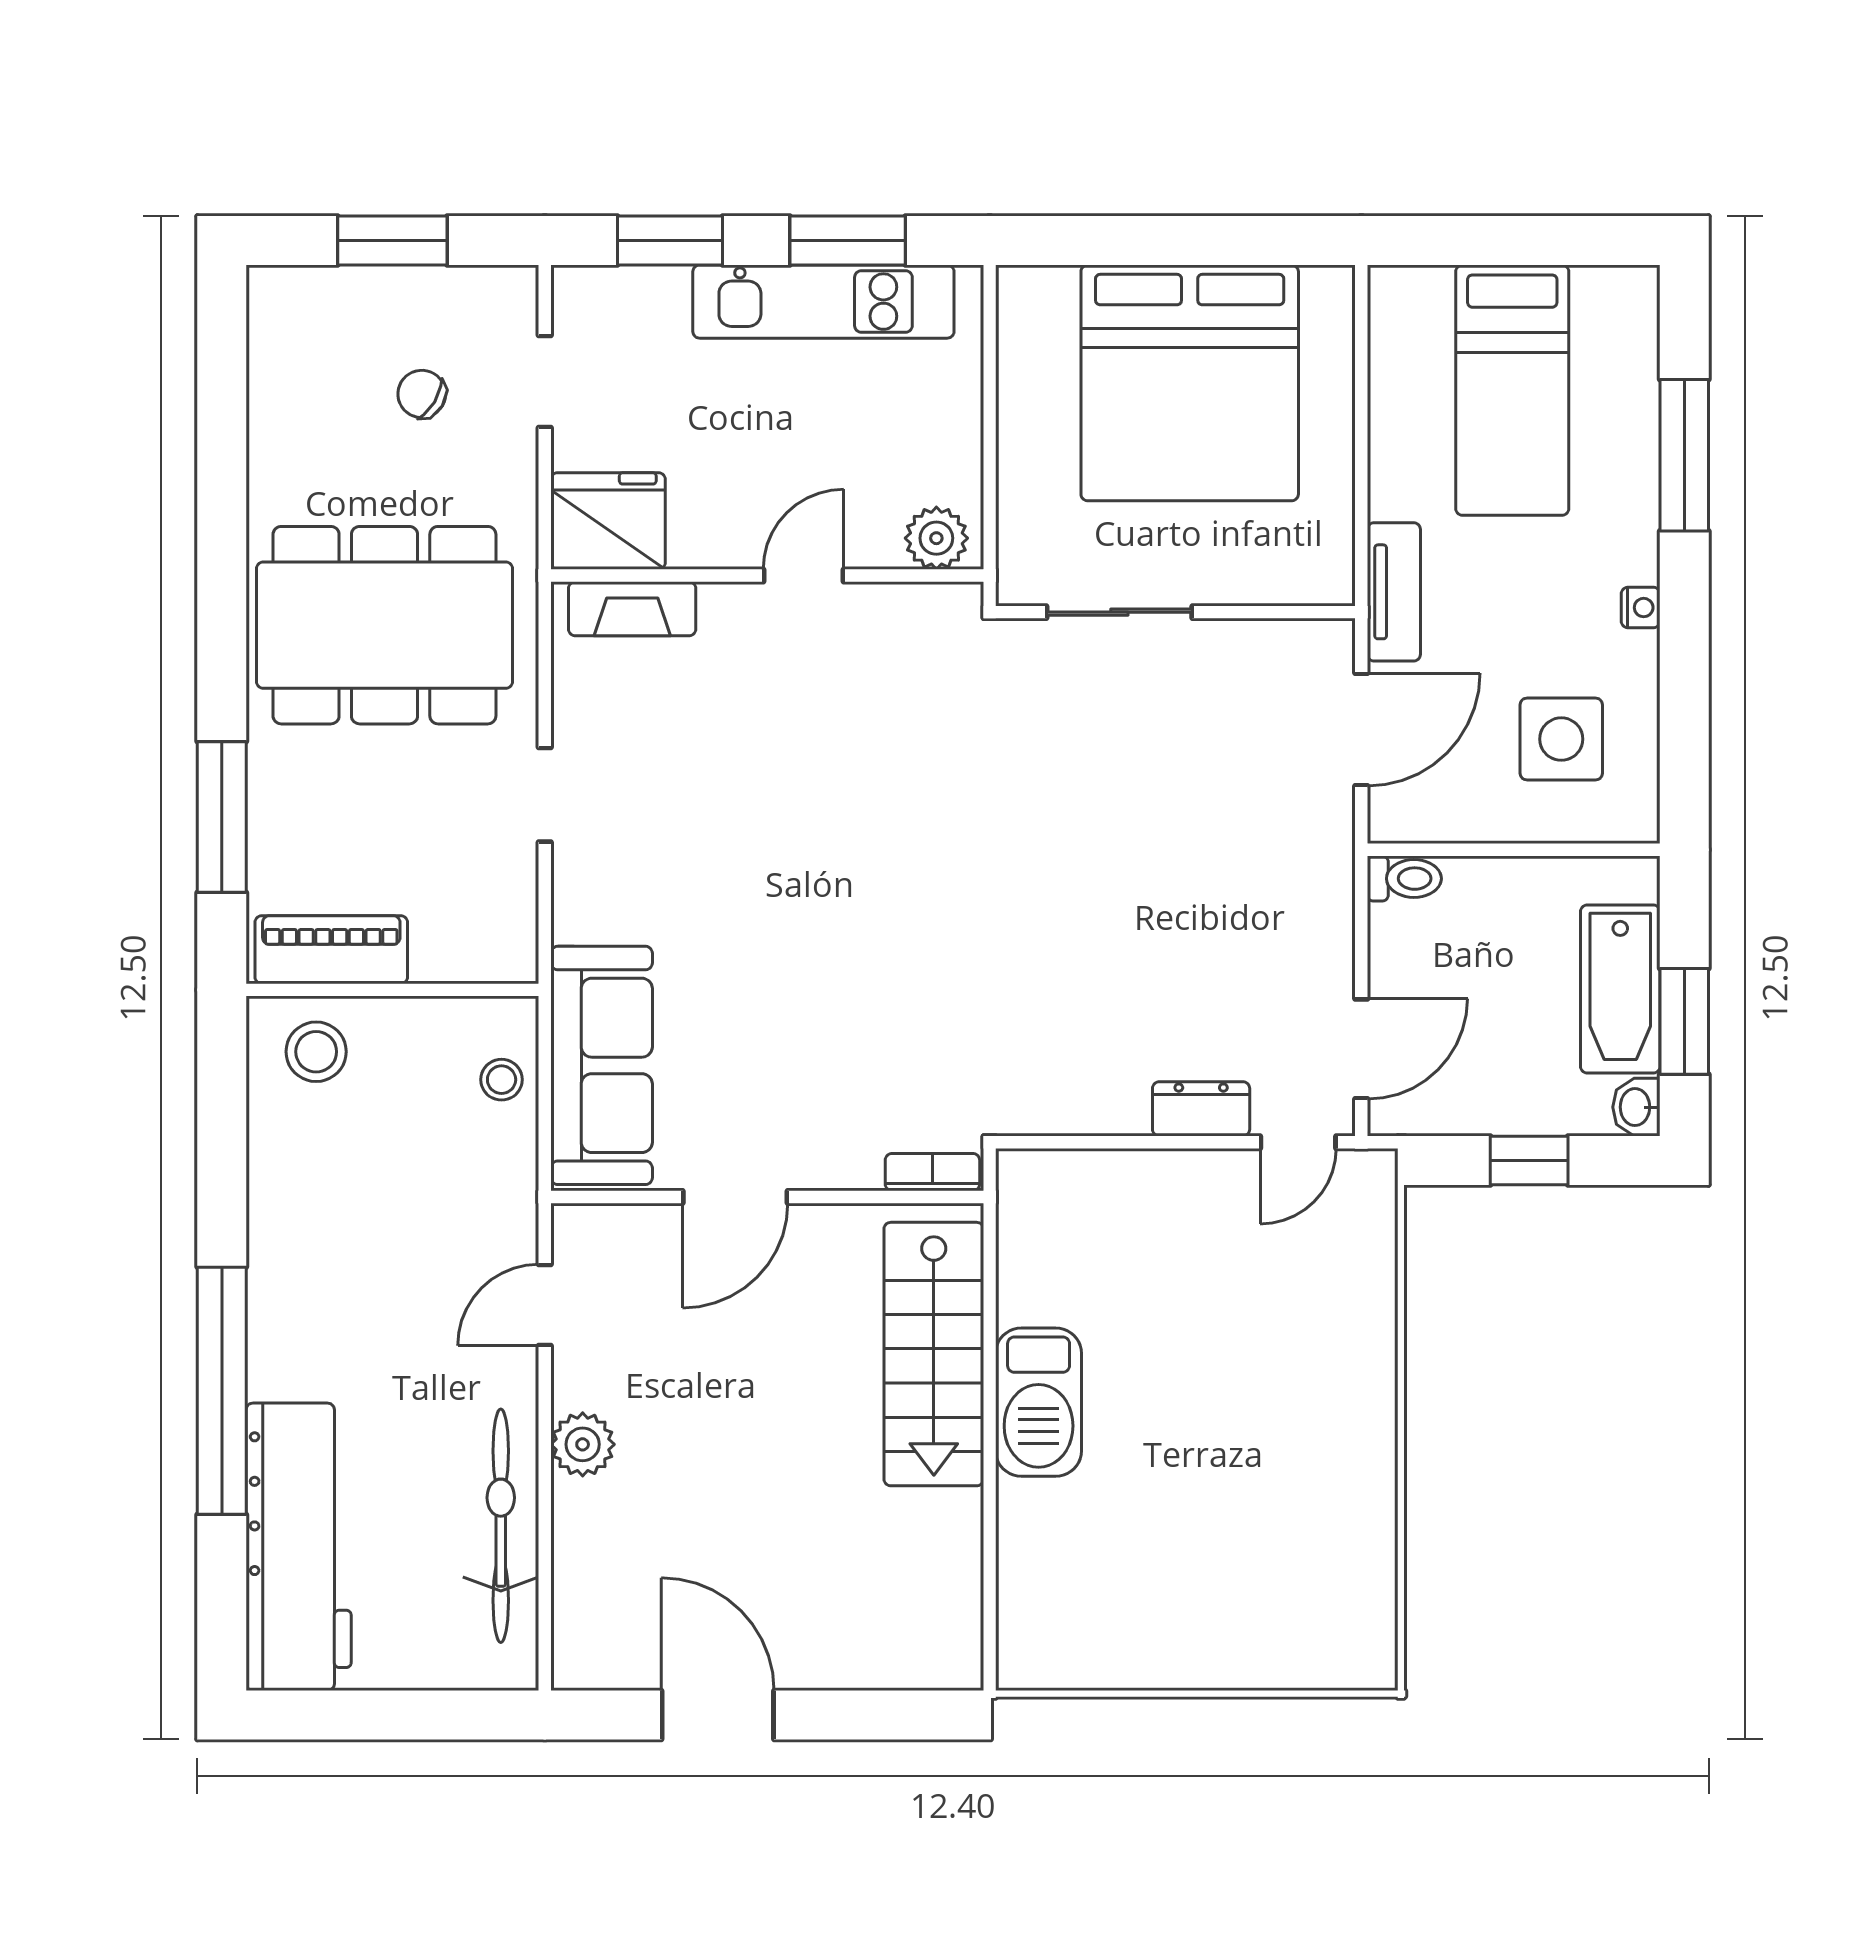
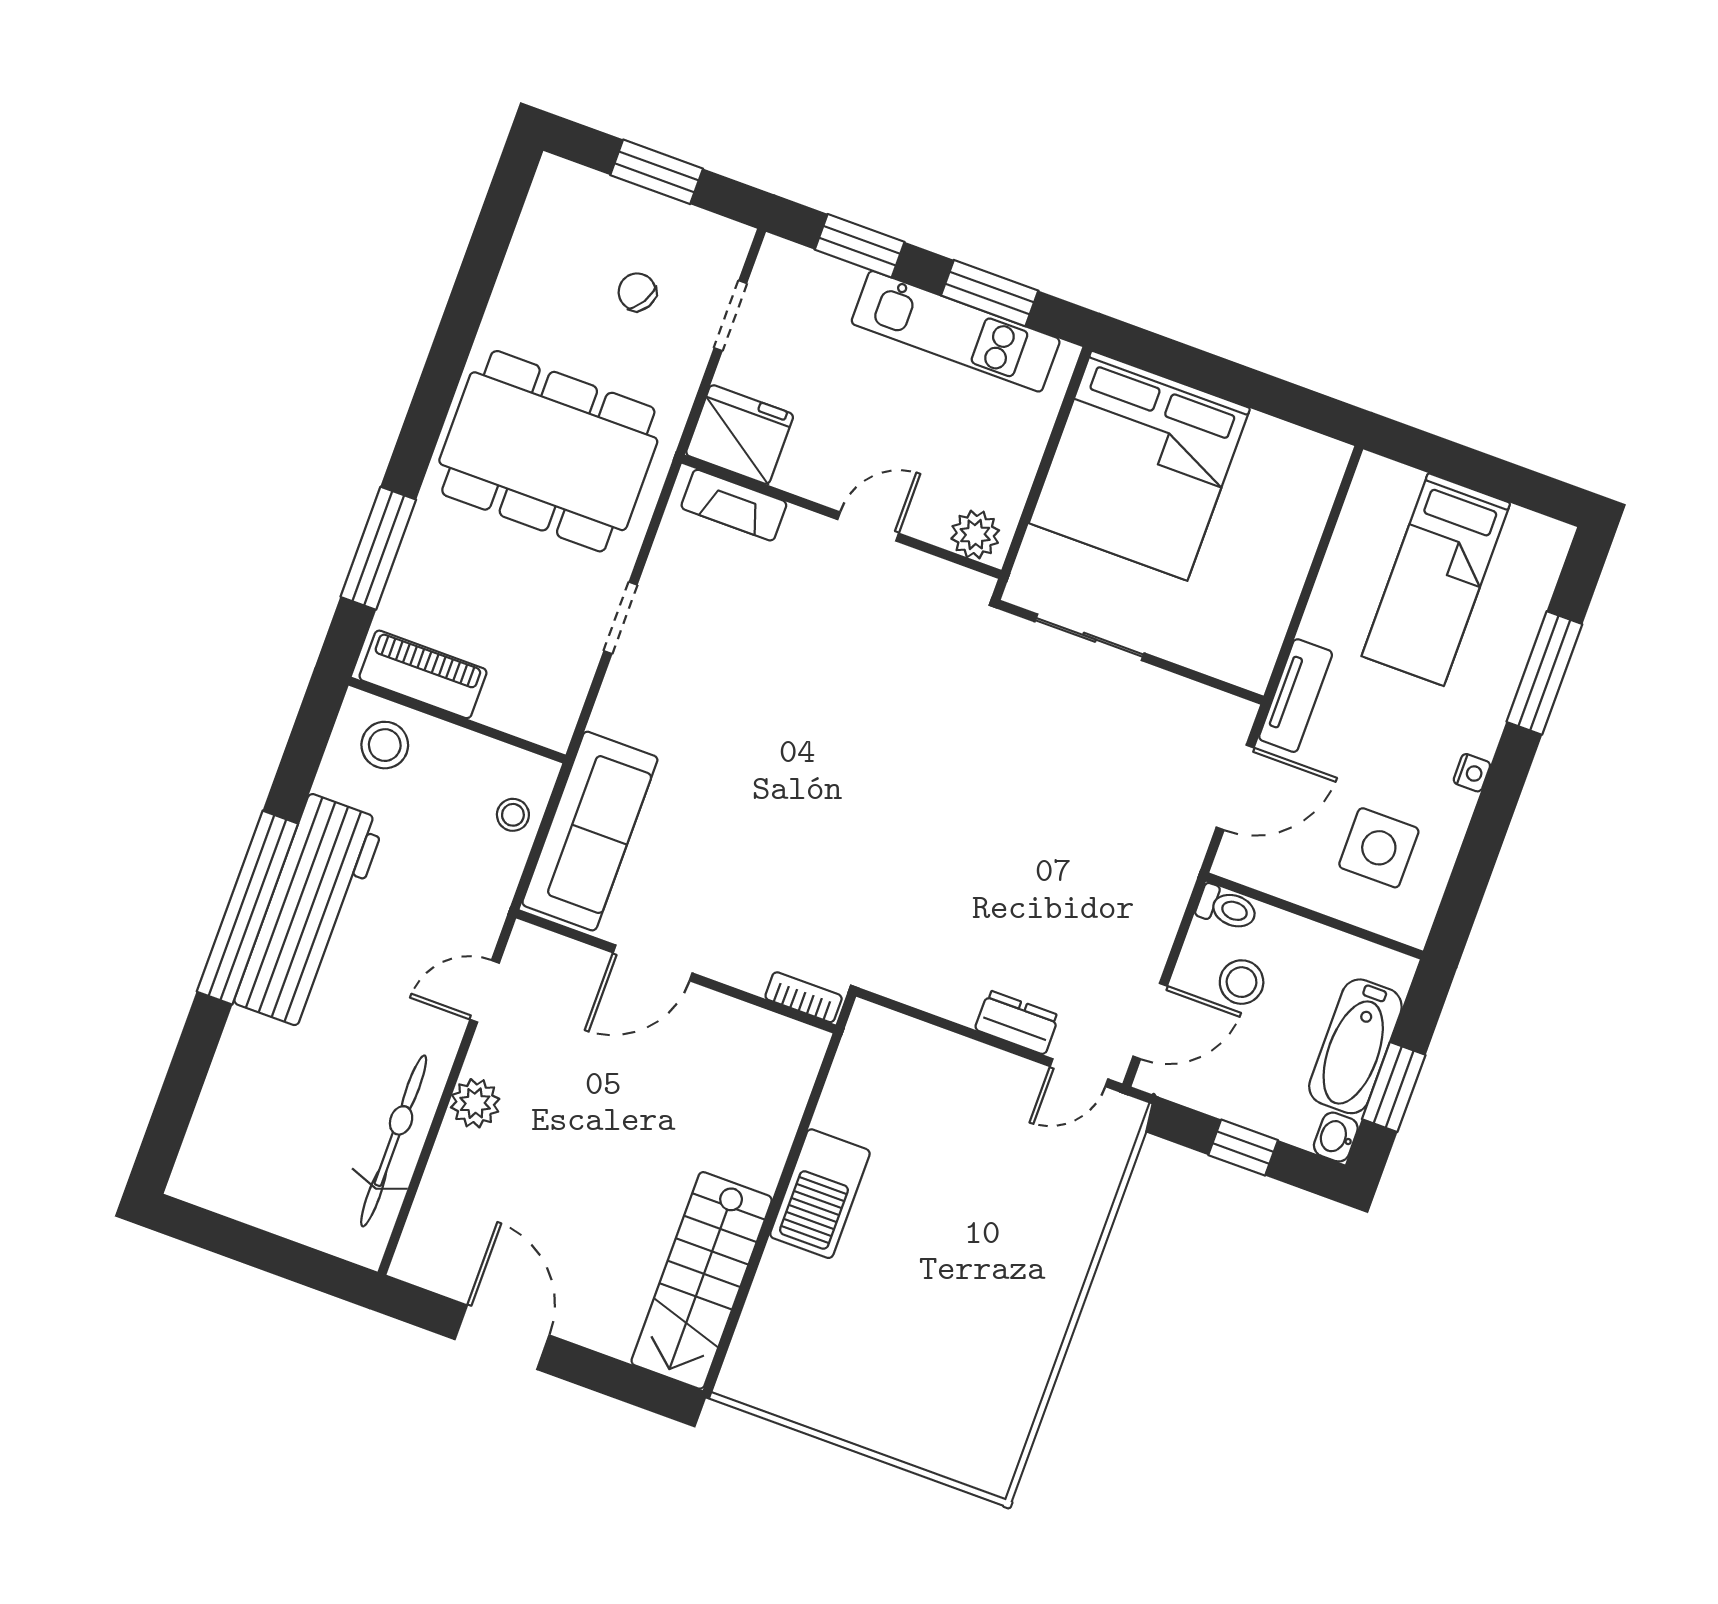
bed: (1190, 383) -> (1139, 466), moved
stool: (1454, 961) -> (1242, 982), added
stairs: (934, 1354) -> (702, 1280), moved
window: (222, 1391) -> (247, 908), moved
workbench: (299, 1547) -> (310, 912), moved

